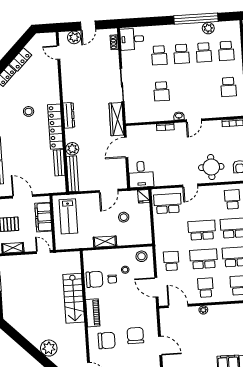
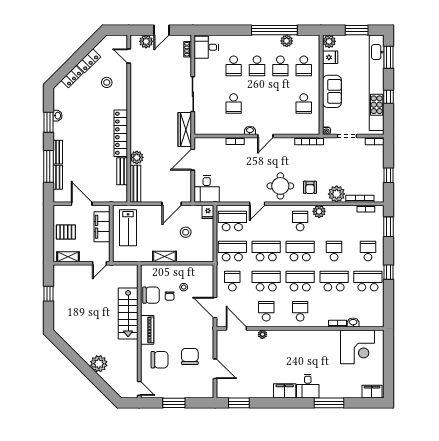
stool: (29, 111) -> (107, 82), moved
dresser: (69, 115) -> (135, 122), removed
school desk: (169, 232) -> (232, 251), added
door: (43, 252) -> (100, 263), swing flipped
stool: (142, 256) -> (202, 274), removed

